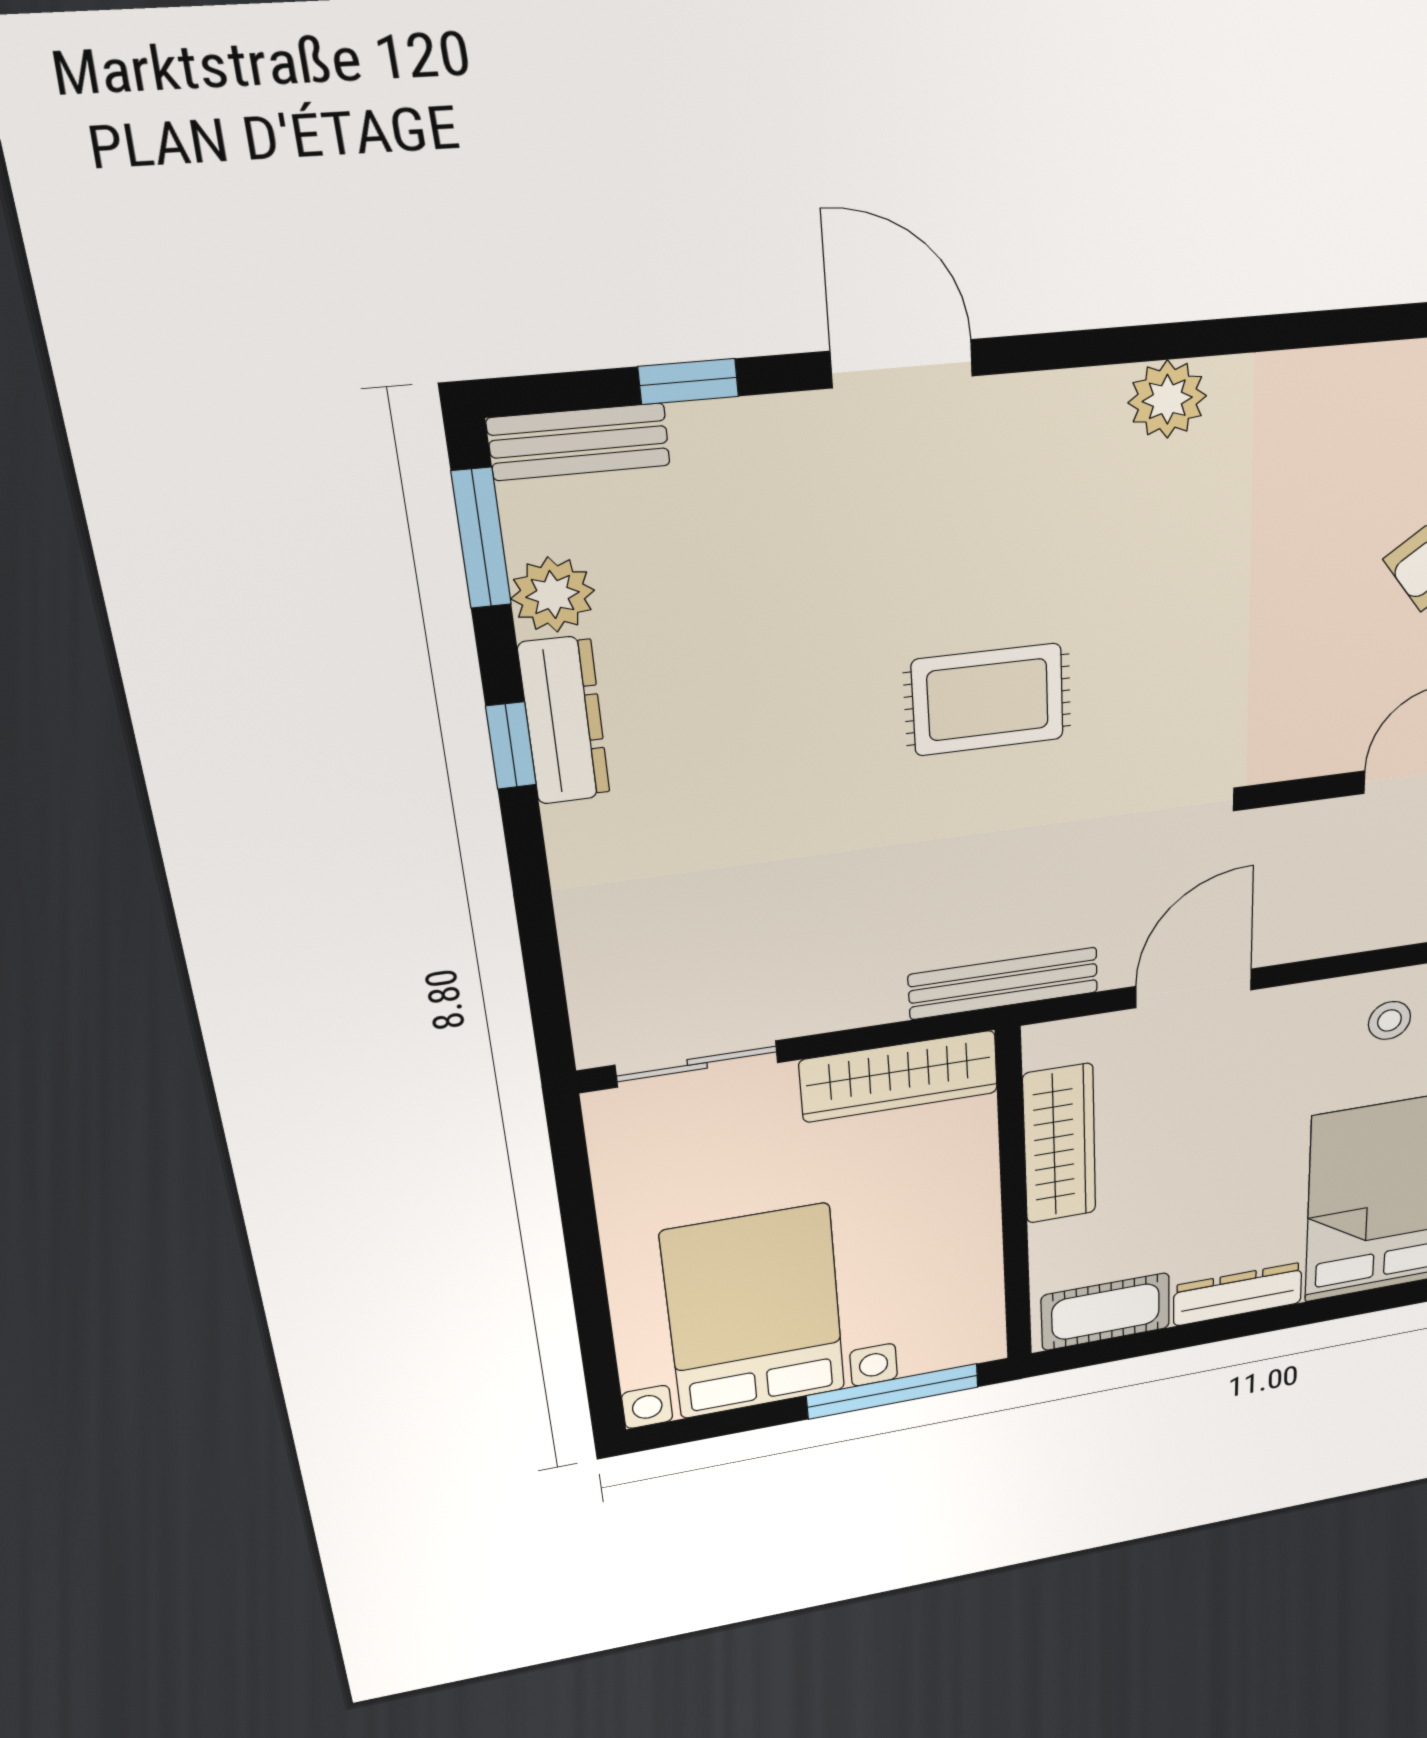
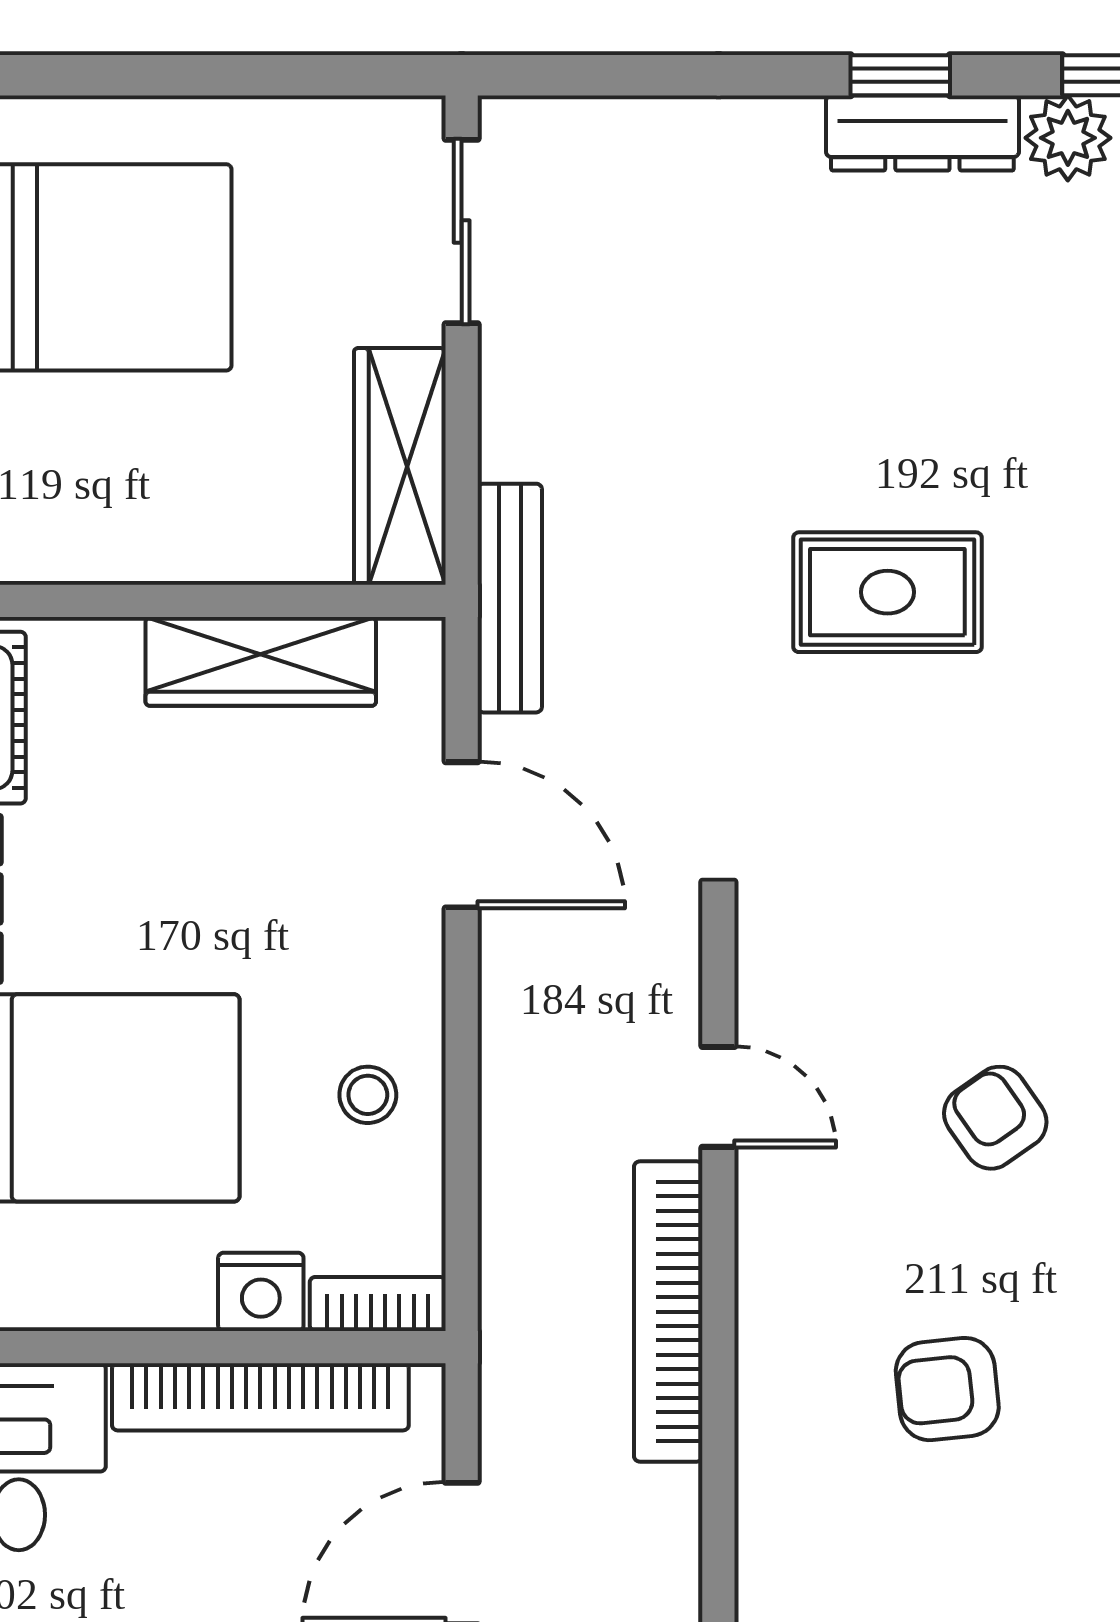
rug: (988, 700) -> (887, 592), turned 90

